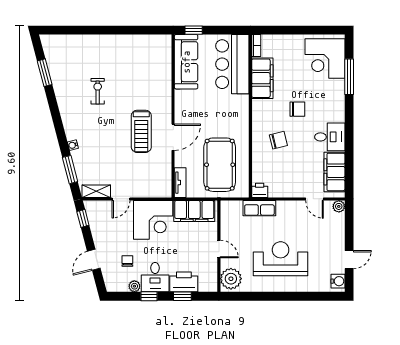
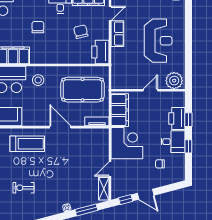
stool: (232, 109) -> (38, 80), added
treadmill: (141, 131) -> (27, 144), moved
chair: (278, 140) -> (81, 32), moved
printer: (260, 190) -> (100, 52), width x1.87, depth x1.48
door: (121, 199) -> (110, 169), swing flipped
row of seats: (259, 208) -> (117, 34), moved
reception desk: (281, 259) -> (158, 41), turned 180
door: (94, 260) -> (146, 194), moved
plant: (134, 286) -> (180, 158), removed

